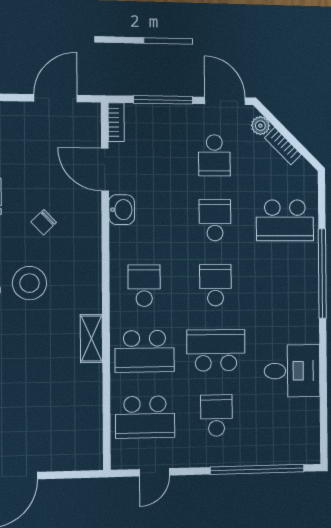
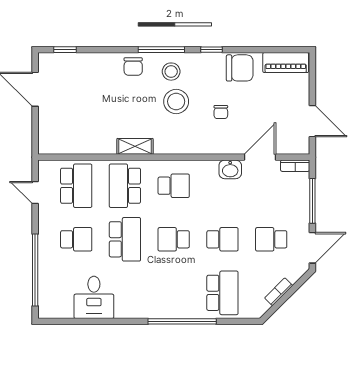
plant: (260, 126) -> (294, 275), removed
school desk: (285, 220) -> (222, 293), turned 180
chair: (44, 222) -> (221, 112), turned -136
school desk: (215, 285) -> (174, 239), turned 180
desk: (292, 371) -> (94, 297), moved
school desk: (145, 417) -> (76, 186), turned 180

